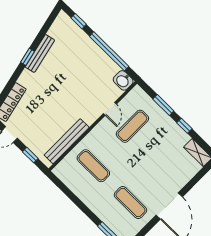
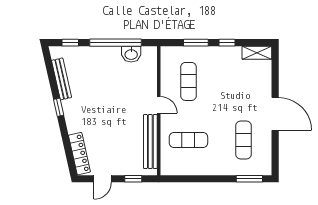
bench: (40, 53) -> (62, 79), moved
washbasin: (123, 80) -> (131, 54), moved
door: (110, 109) -> (159, 105), moved
exercise mat: (130, 202) -> (244, 140), turned 90

